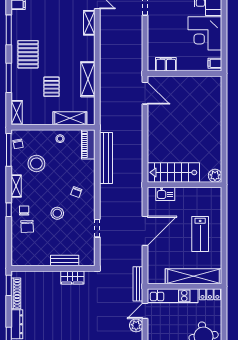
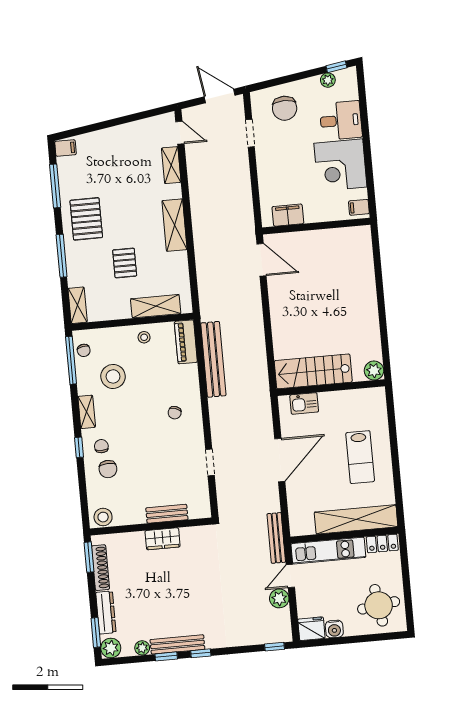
shelving: (88, 79) -> (175, 225), moved
stool: (57, 213) -> (103, 517), moved
wardrobe: (72, 277) -> (163, 539), moved

